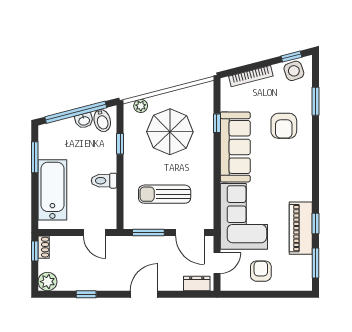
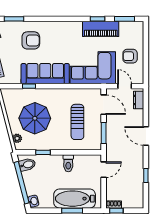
washbasin: (84, 121) -> (33, 201), moved
window: (35, 157) -> (72, 211), moved
door: (190, 232) -> (104, 105), hinge flipped
plant: (48, 282) -> (137, 202), removed

